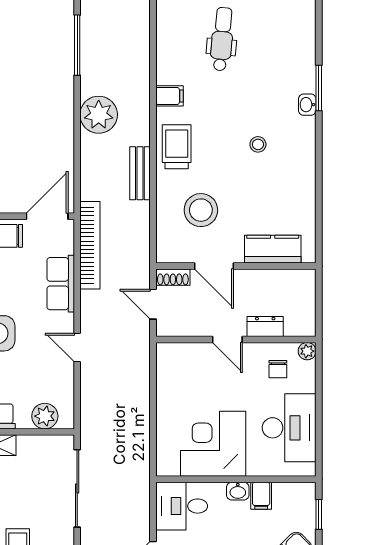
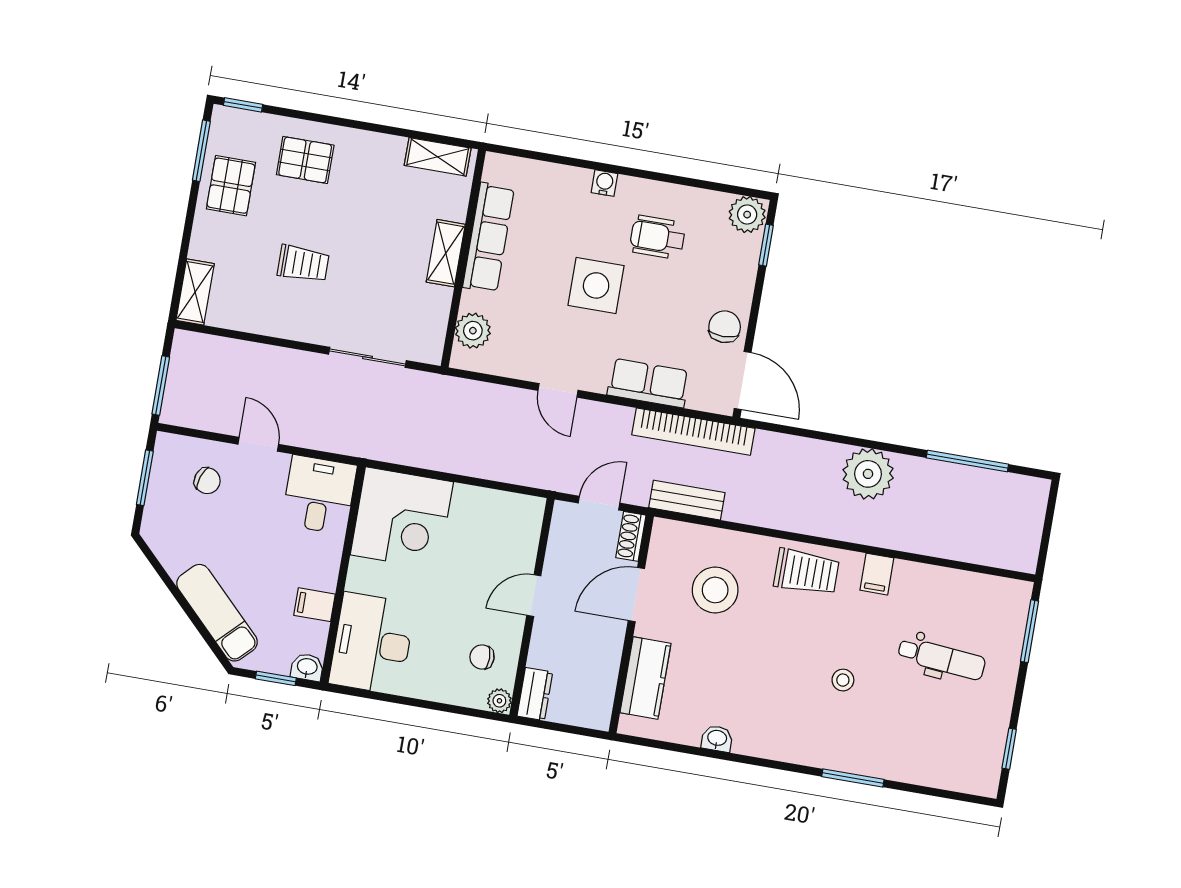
washbasin: (307, 105) -> (717, 739), moved
stool: (258, 144) -> (843, 680), moved
bench: (140, 173) -> (687, 500), moved
dresser: (265, 326) -> (535, 694), moved
door: (77, 348) -> (558, 390), swing flipped
desk: (289, 428) -> (372, 644), moved, turned 90
corner desk: (213, 444) -> (402, 518), moved, turned 90
sliding door: (77, 488) -> (367, 357), width x0.73
washbasin: (238, 491) -> (307, 667), moved, turned 90

